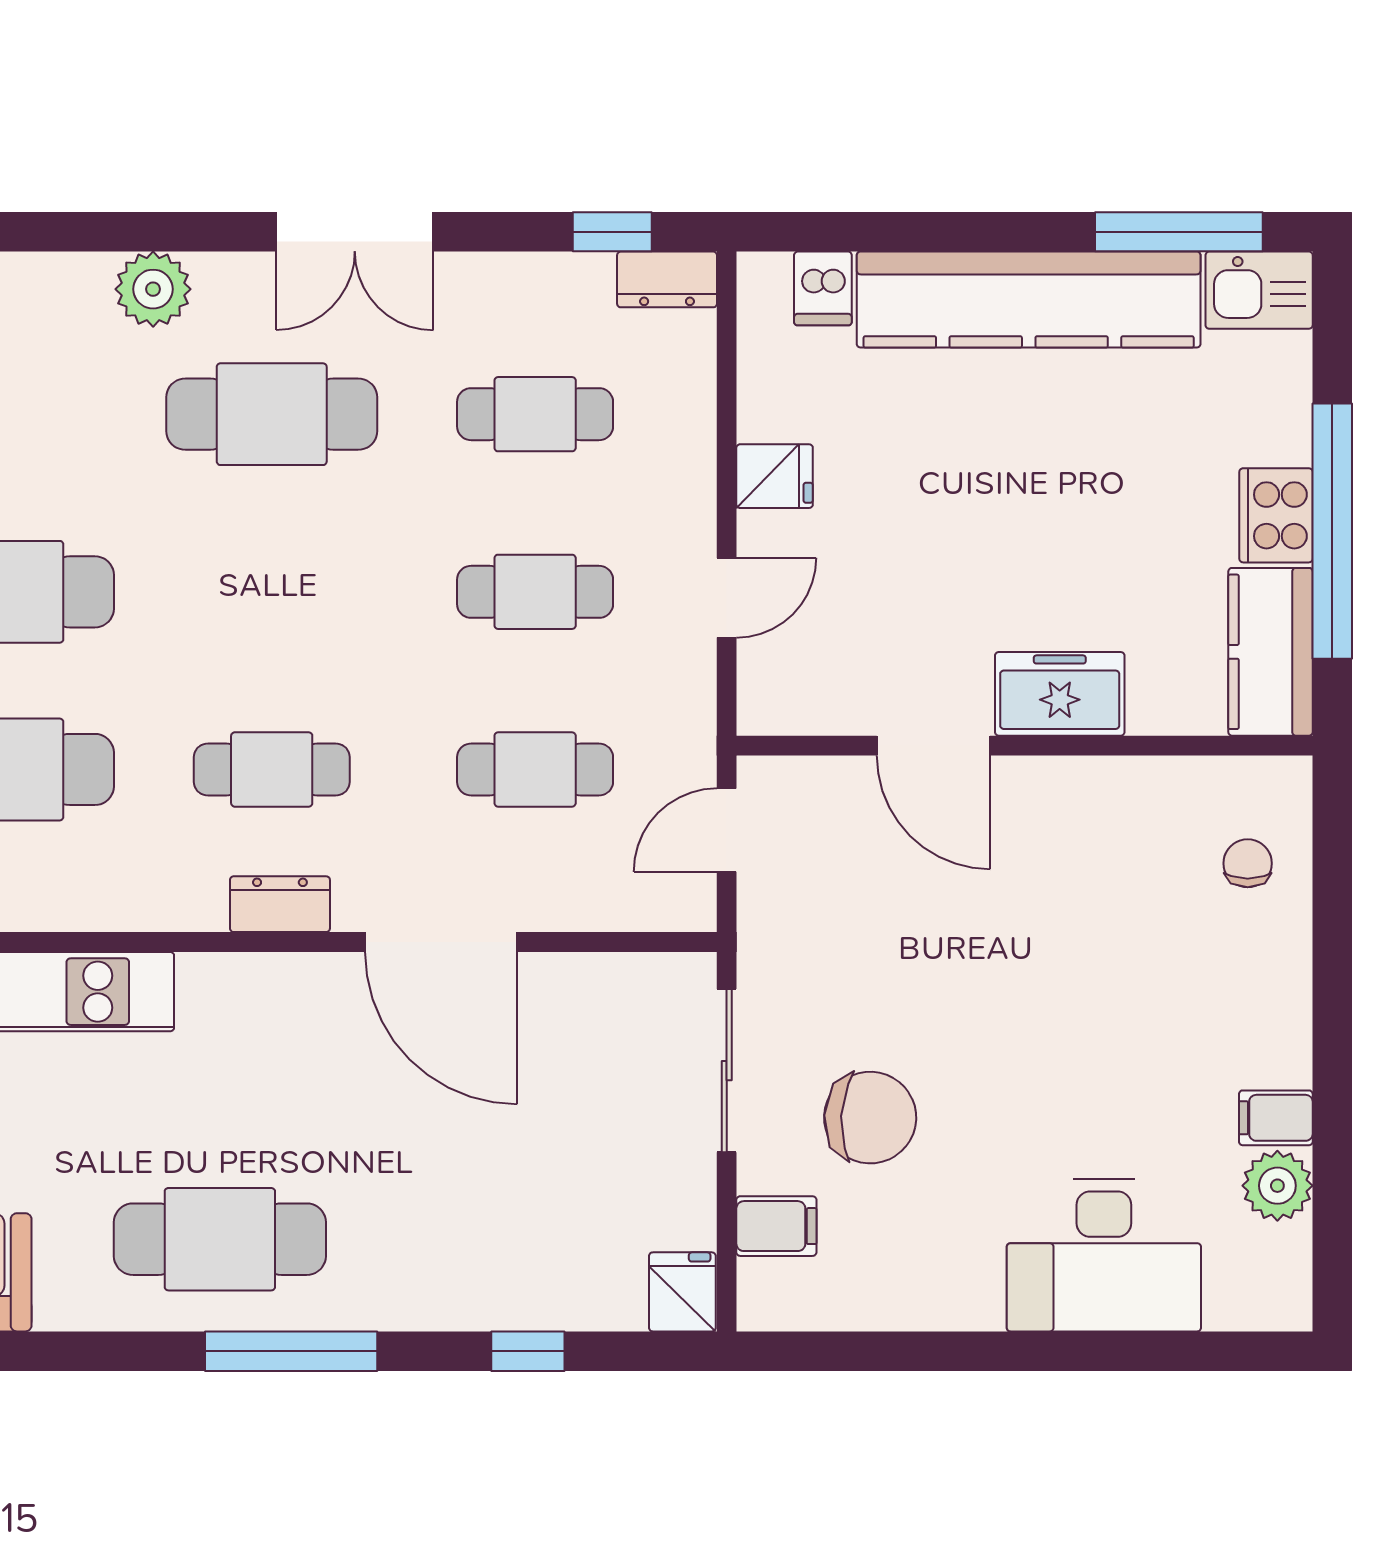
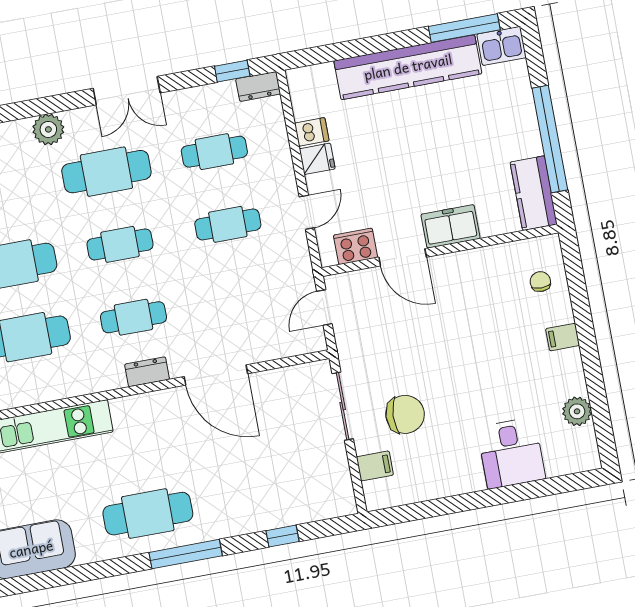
dishwasher: (823, 288) -> (312, 132), moved, turned -90
cooker: (1276, 515) -> (356, 246), moved, turned 90
cafe table: (535, 769) -> (120, 244), moved
filing cabinet: (1276, 1118) -> (563, 337), moved
desk: (1104, 1255) -> (511, 453), width x0.73
fridge: (682, 1292) -> (341, 500), removed

